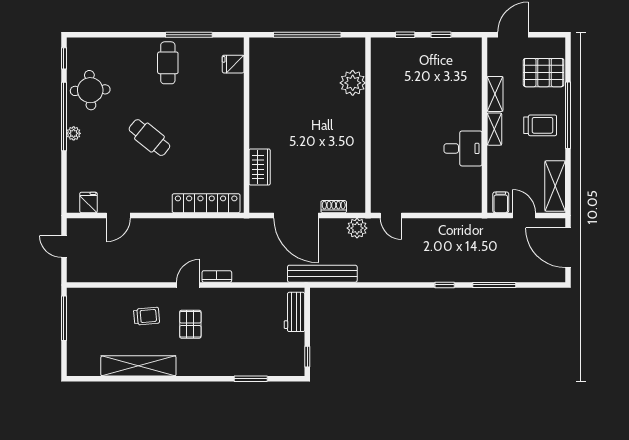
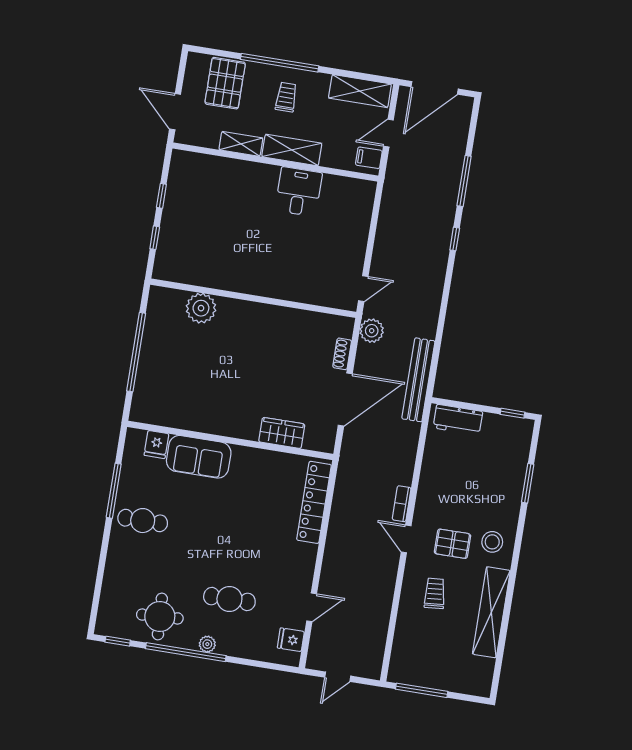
sofa: (229, 101) -> (199, 457), added
trolley: (540, 125) -> (286, 97), width x0.73, depth x0.72
shelving: (494, 129) -> (292, 150), width x1.50, depth x1.33
cafe table: (149, 138) -> (229, 599), moved, turned 51
door: (118, 215) -> (312, 607), hinge flipped
stool: (197, 357) -> (492, 542), added

